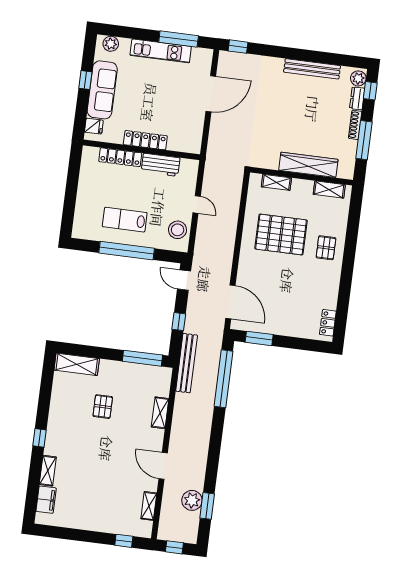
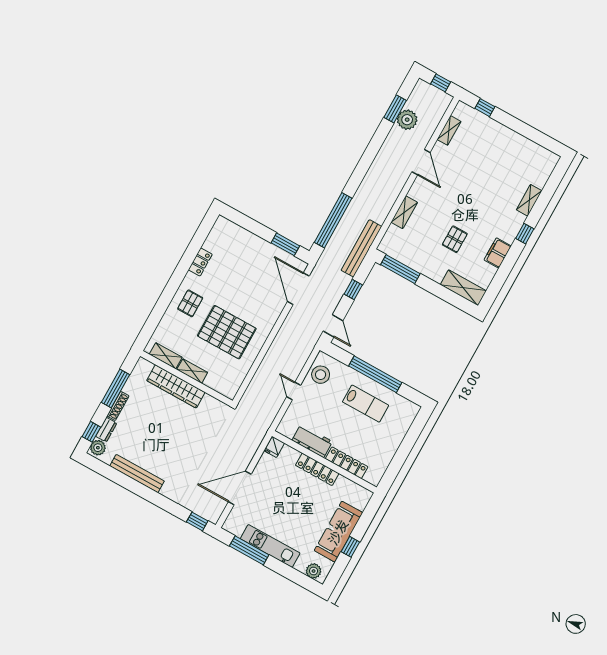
fridge: (94, 126) -> (274, 447), moved, turned -90
shelving: (276, 182) -> (192, 371), moved
locker: (328, 323) -> (200, 262), moved
filing cabinet: (46, 500) -> (498, 253), moved

